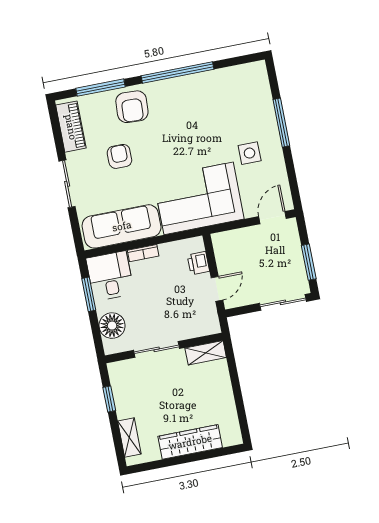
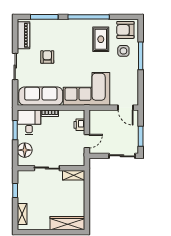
armchair: (132, 107) -> (125, 30), moved, turned 87
rug: (206, 107) -> (101, 39), added
side table: (250, 153) -> (123, 51), moved
door: (272, 218) -> (125, 108), swing flipped
wardrobe: (190, 442) -> (67, 223), moved

